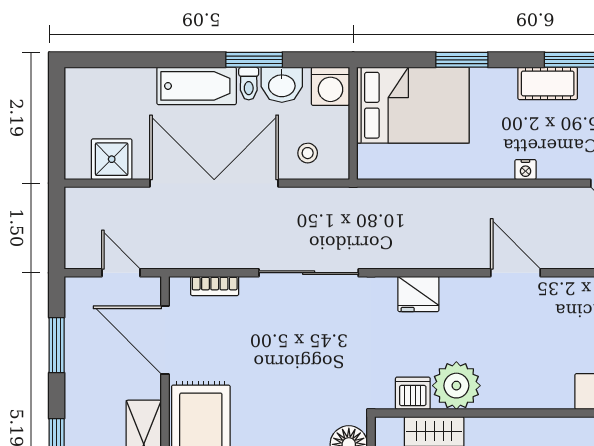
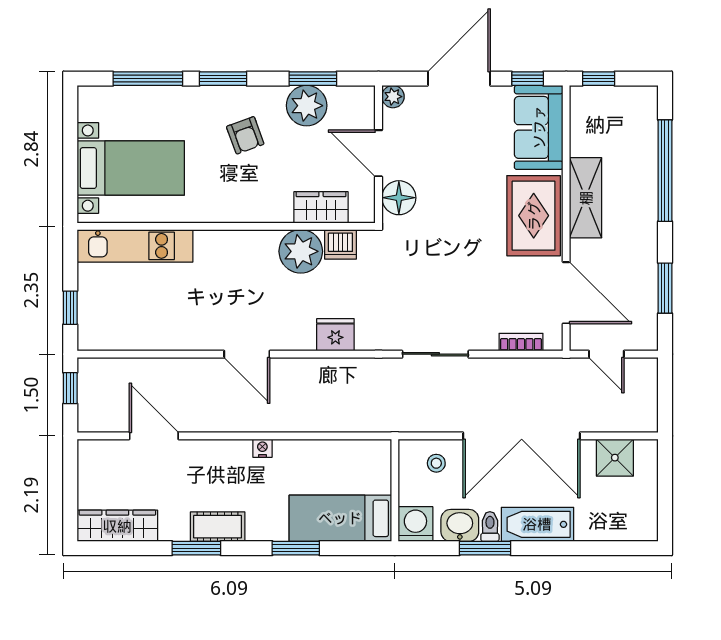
bed: (413, 105) -> (340, 518), width x0.67
nightstand: (525, 170) -> (262, 448), moved
sliding door: (309, 273) -> (435, 354), width x0.73

